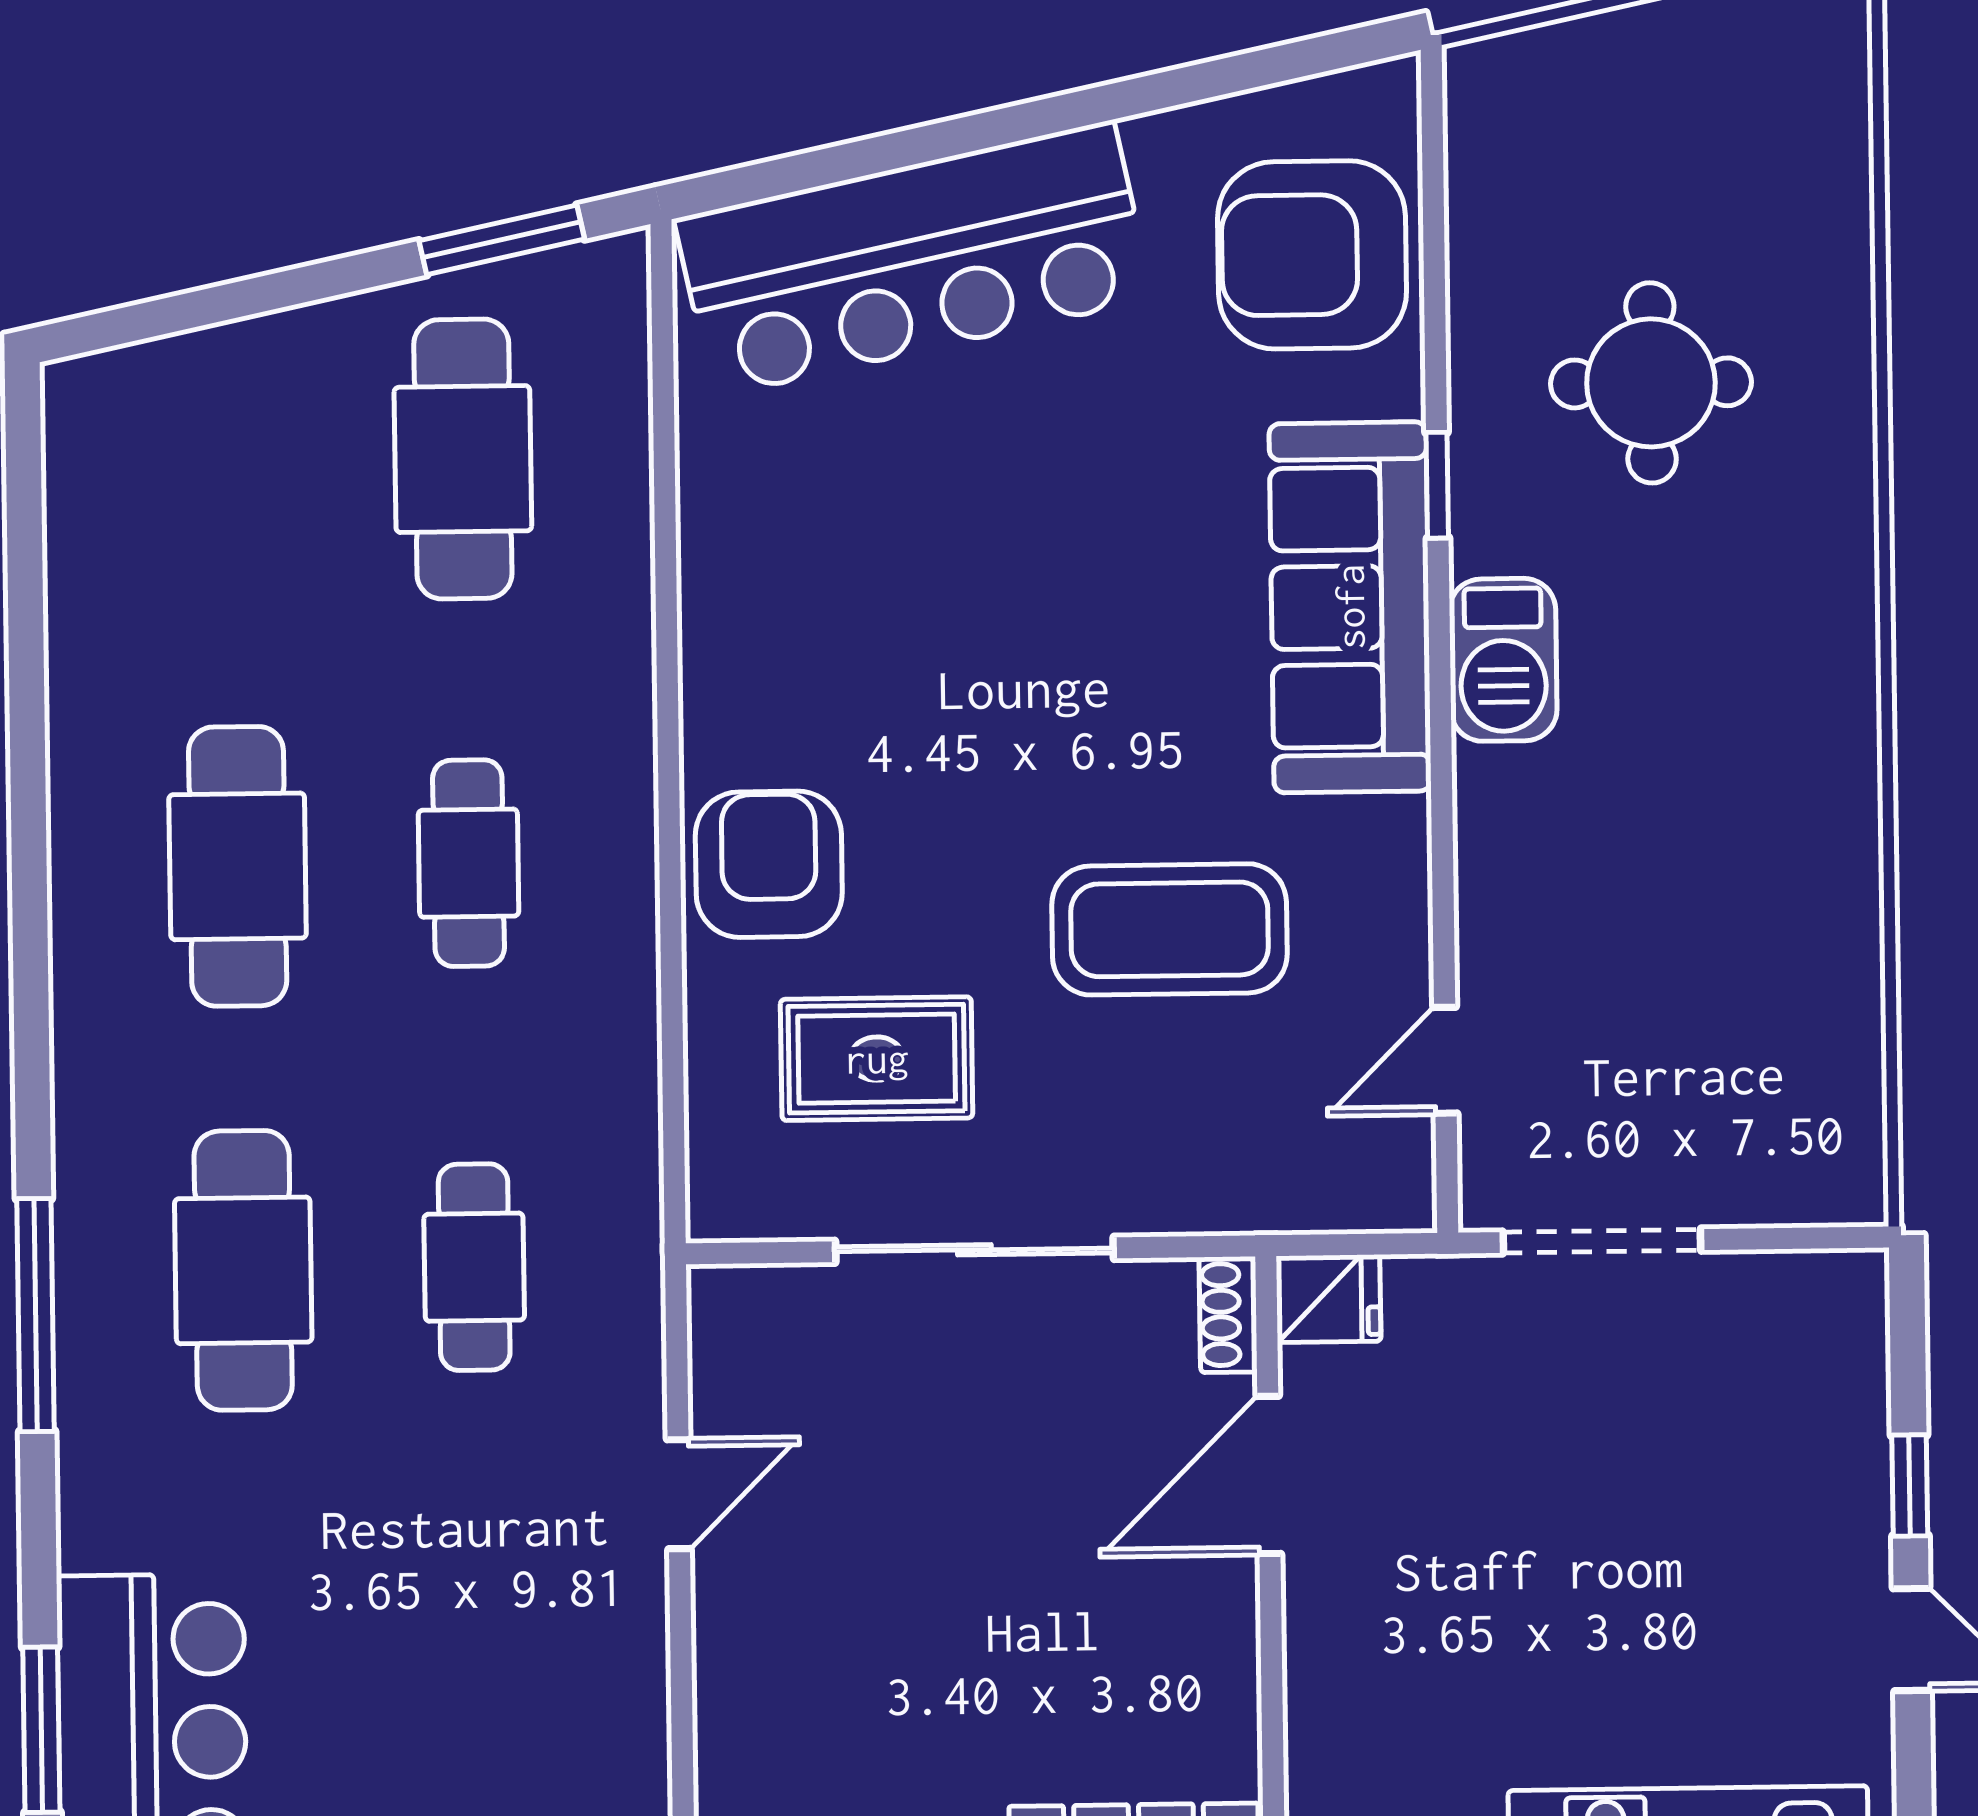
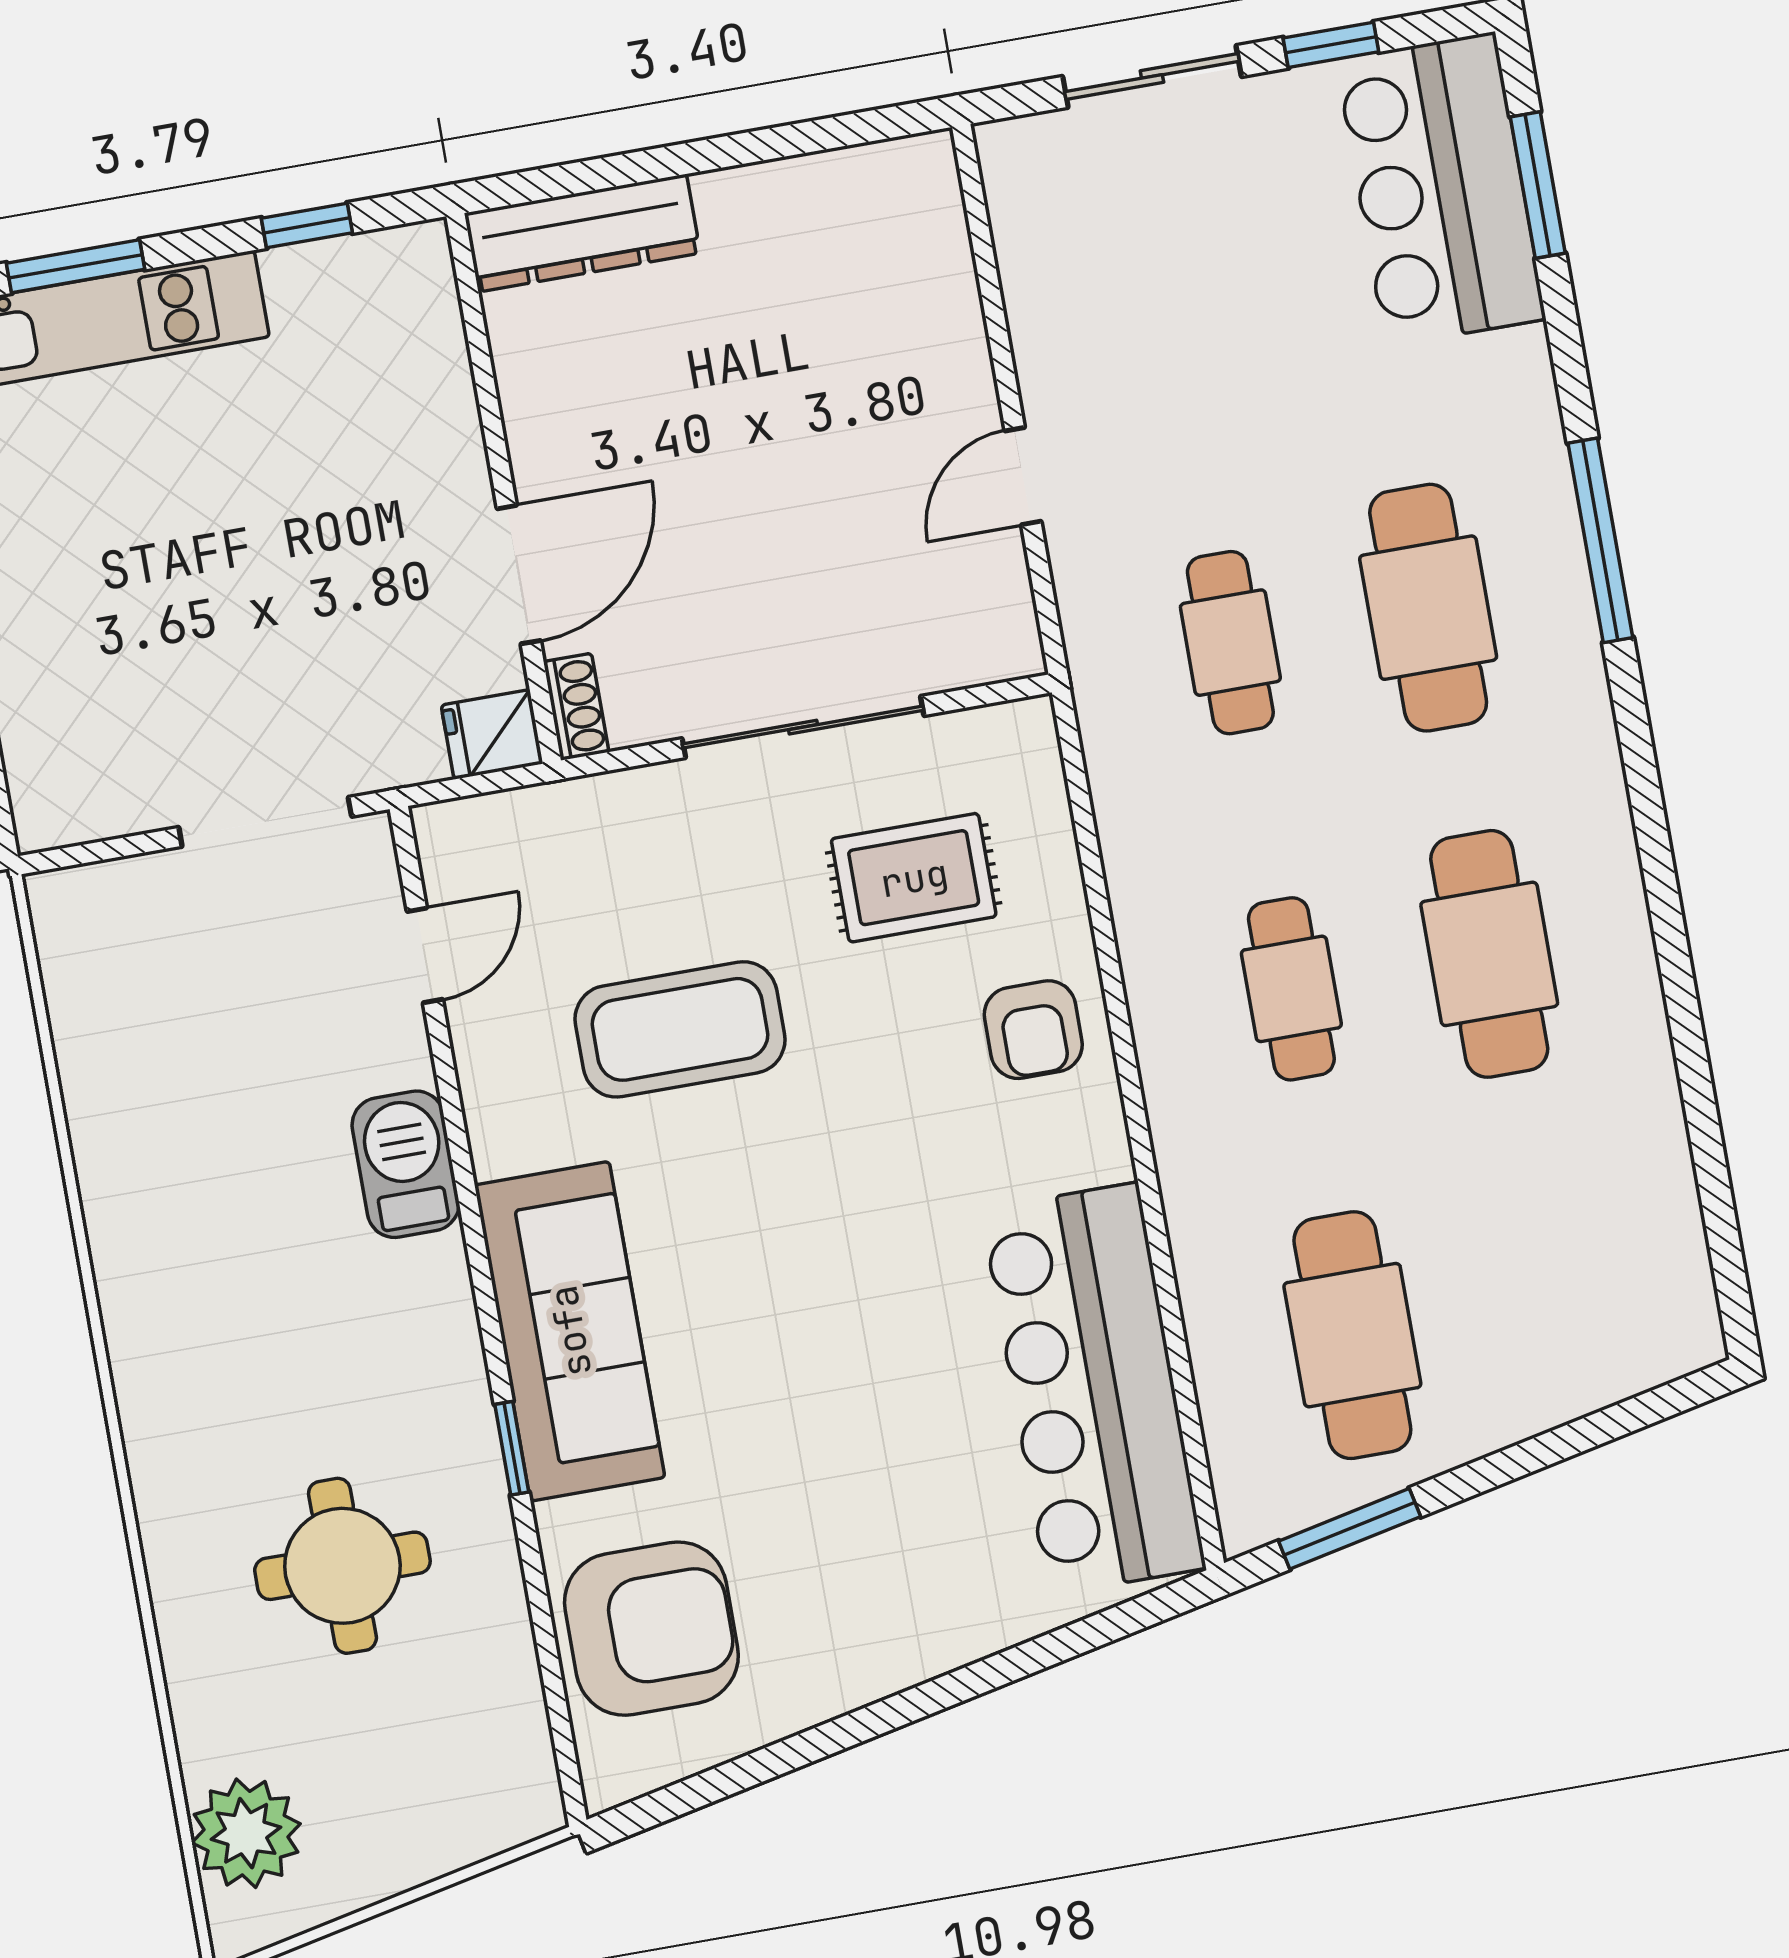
plant: (1810, 97) -> (246, 1833), added
bar counter: (914, 259) -> (1093, 1389), moved, turned -78
barbecue: (1503, 660) -> (406, 1164), moved
armchair: (769, 864) -> (1033, 1030), width x0.72, depth x0.72

